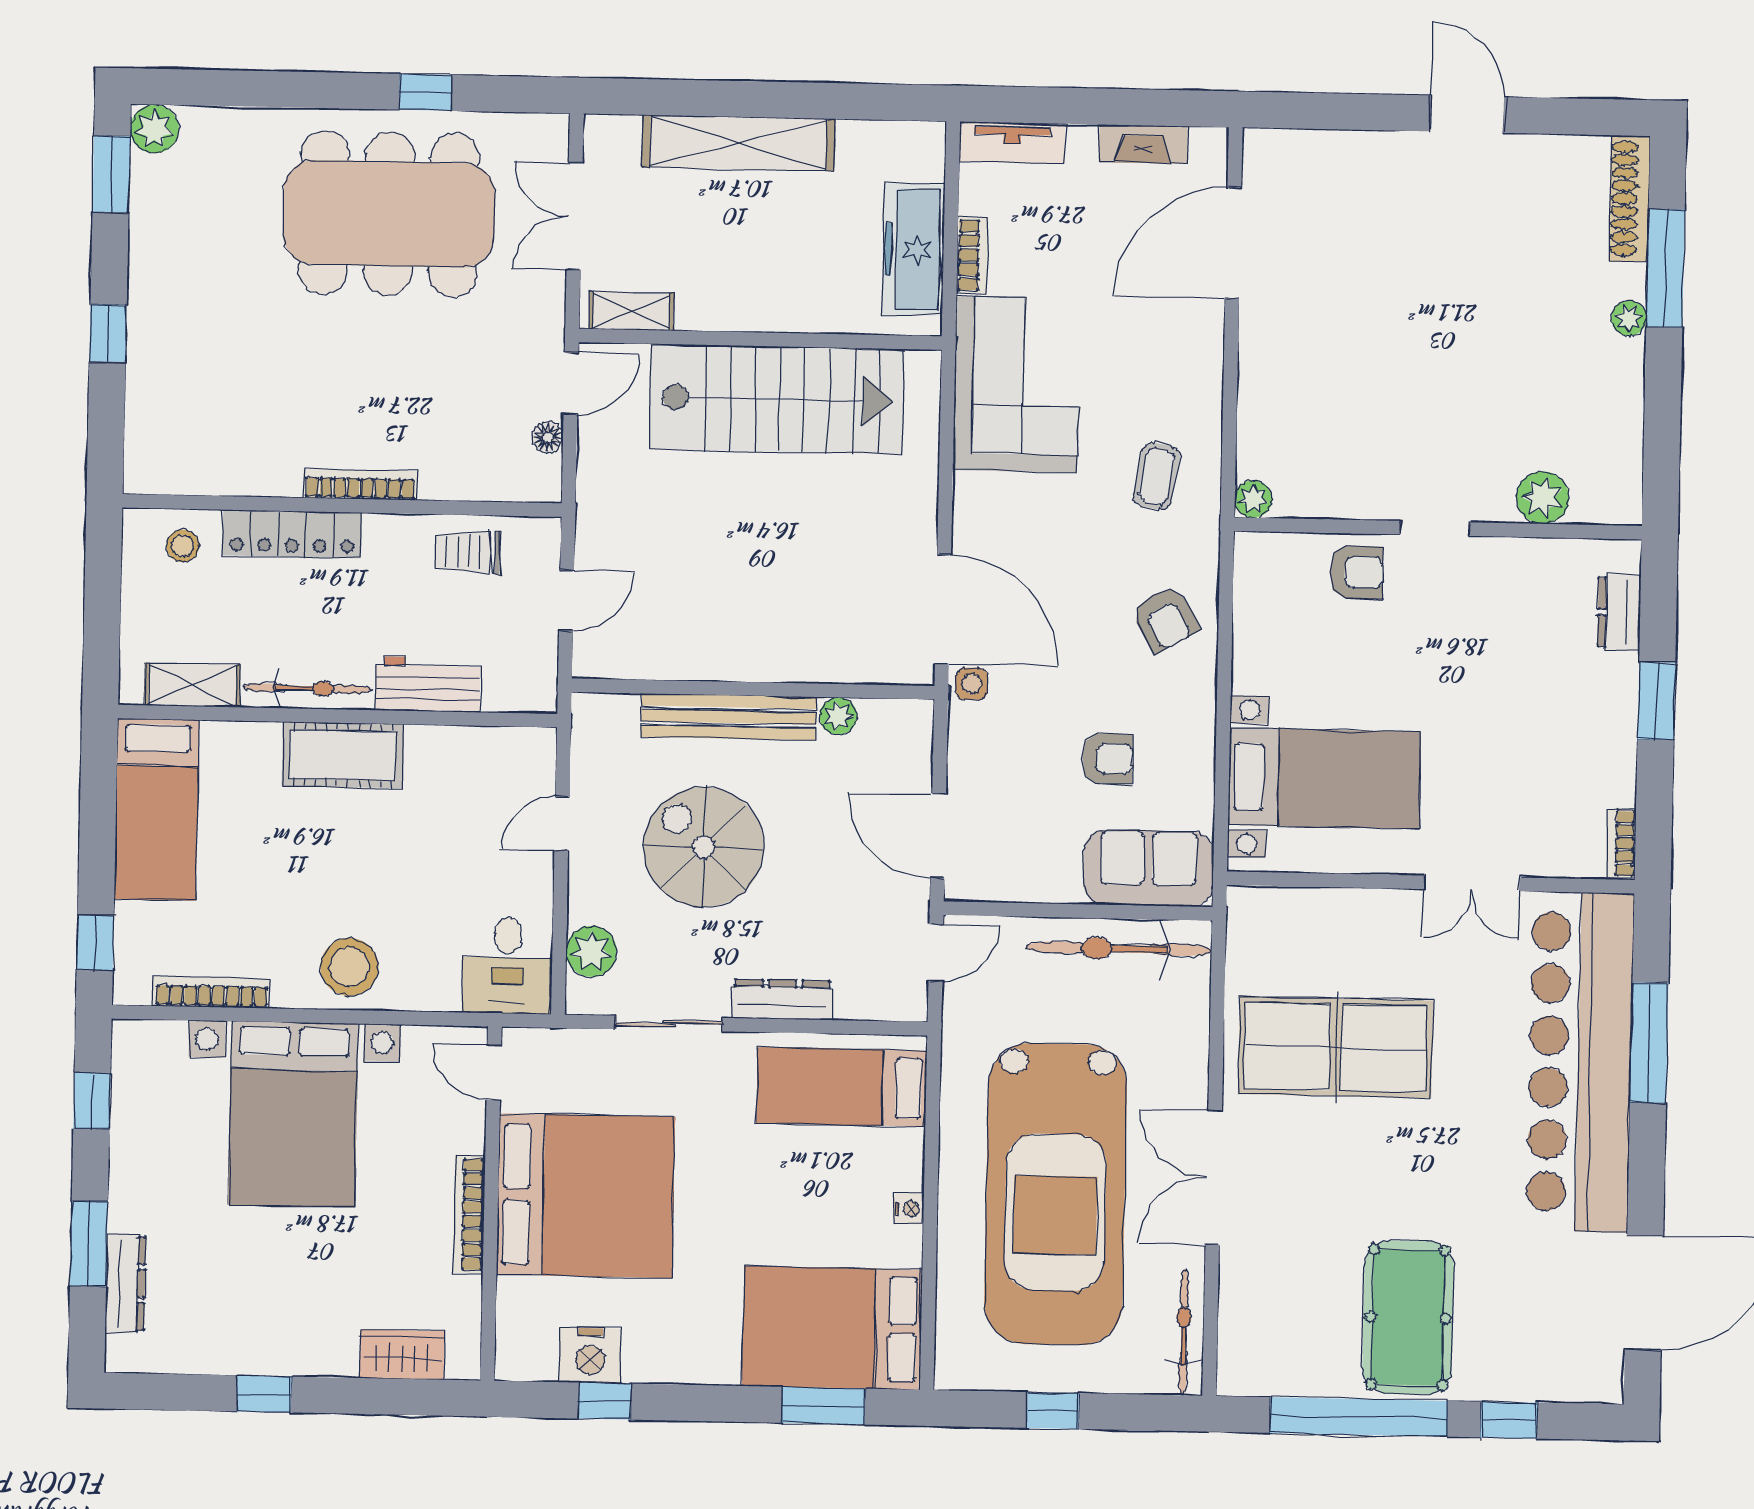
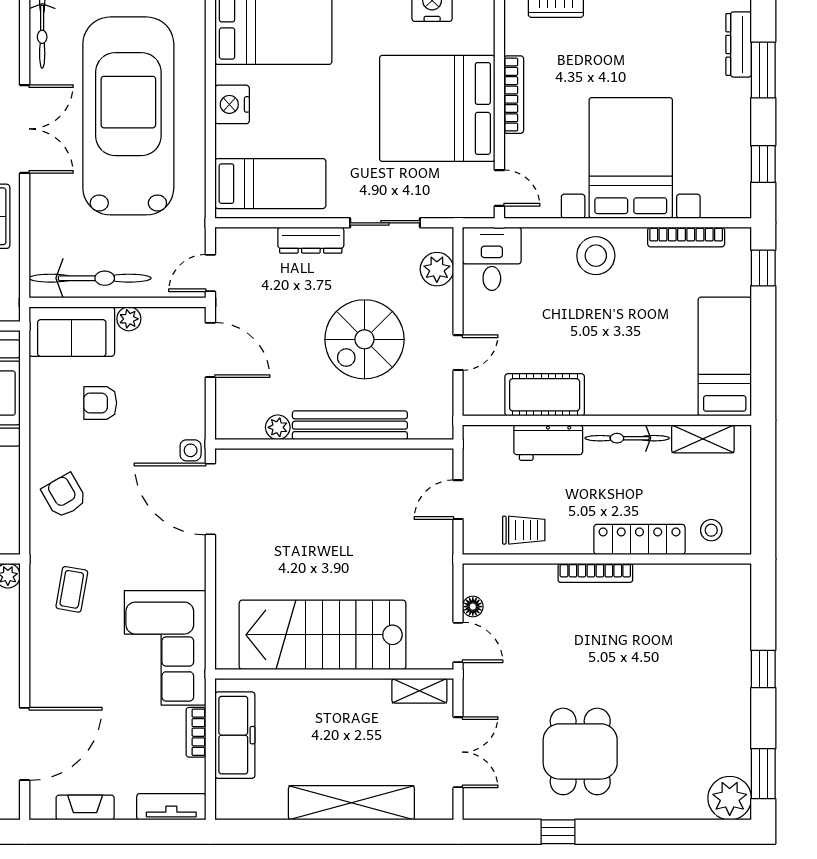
plant: (154, 129) -> (730, 798), width x1.36, depth x1.36
dining table: (389, 214) -> (580, 751), width x0.53, depth x0.80
door: (571, 383) -> (458, 642), swing flipped
cot: (343, 755) -> (545, 395), moved
spiral stairs: (704, 847) -> (364, 339), turned 90
plant: (1061, 886) -> (129, 319), added
nightstand: (909, 1209) -> (232, 104), width x1.89, depth x1.79

